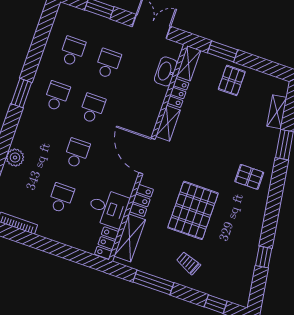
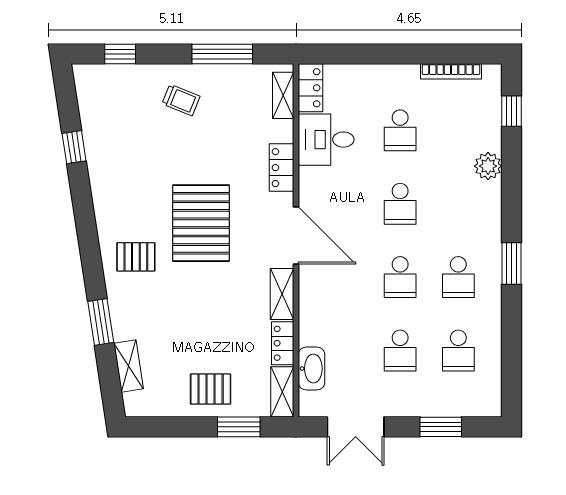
pallet: (232, 80) -> (211, 389), turned 90
pallet: (193, 210) -> (201, 223), moved
shelving: (130, 238) -> (283, 95), width x0.67, depth x0.75

